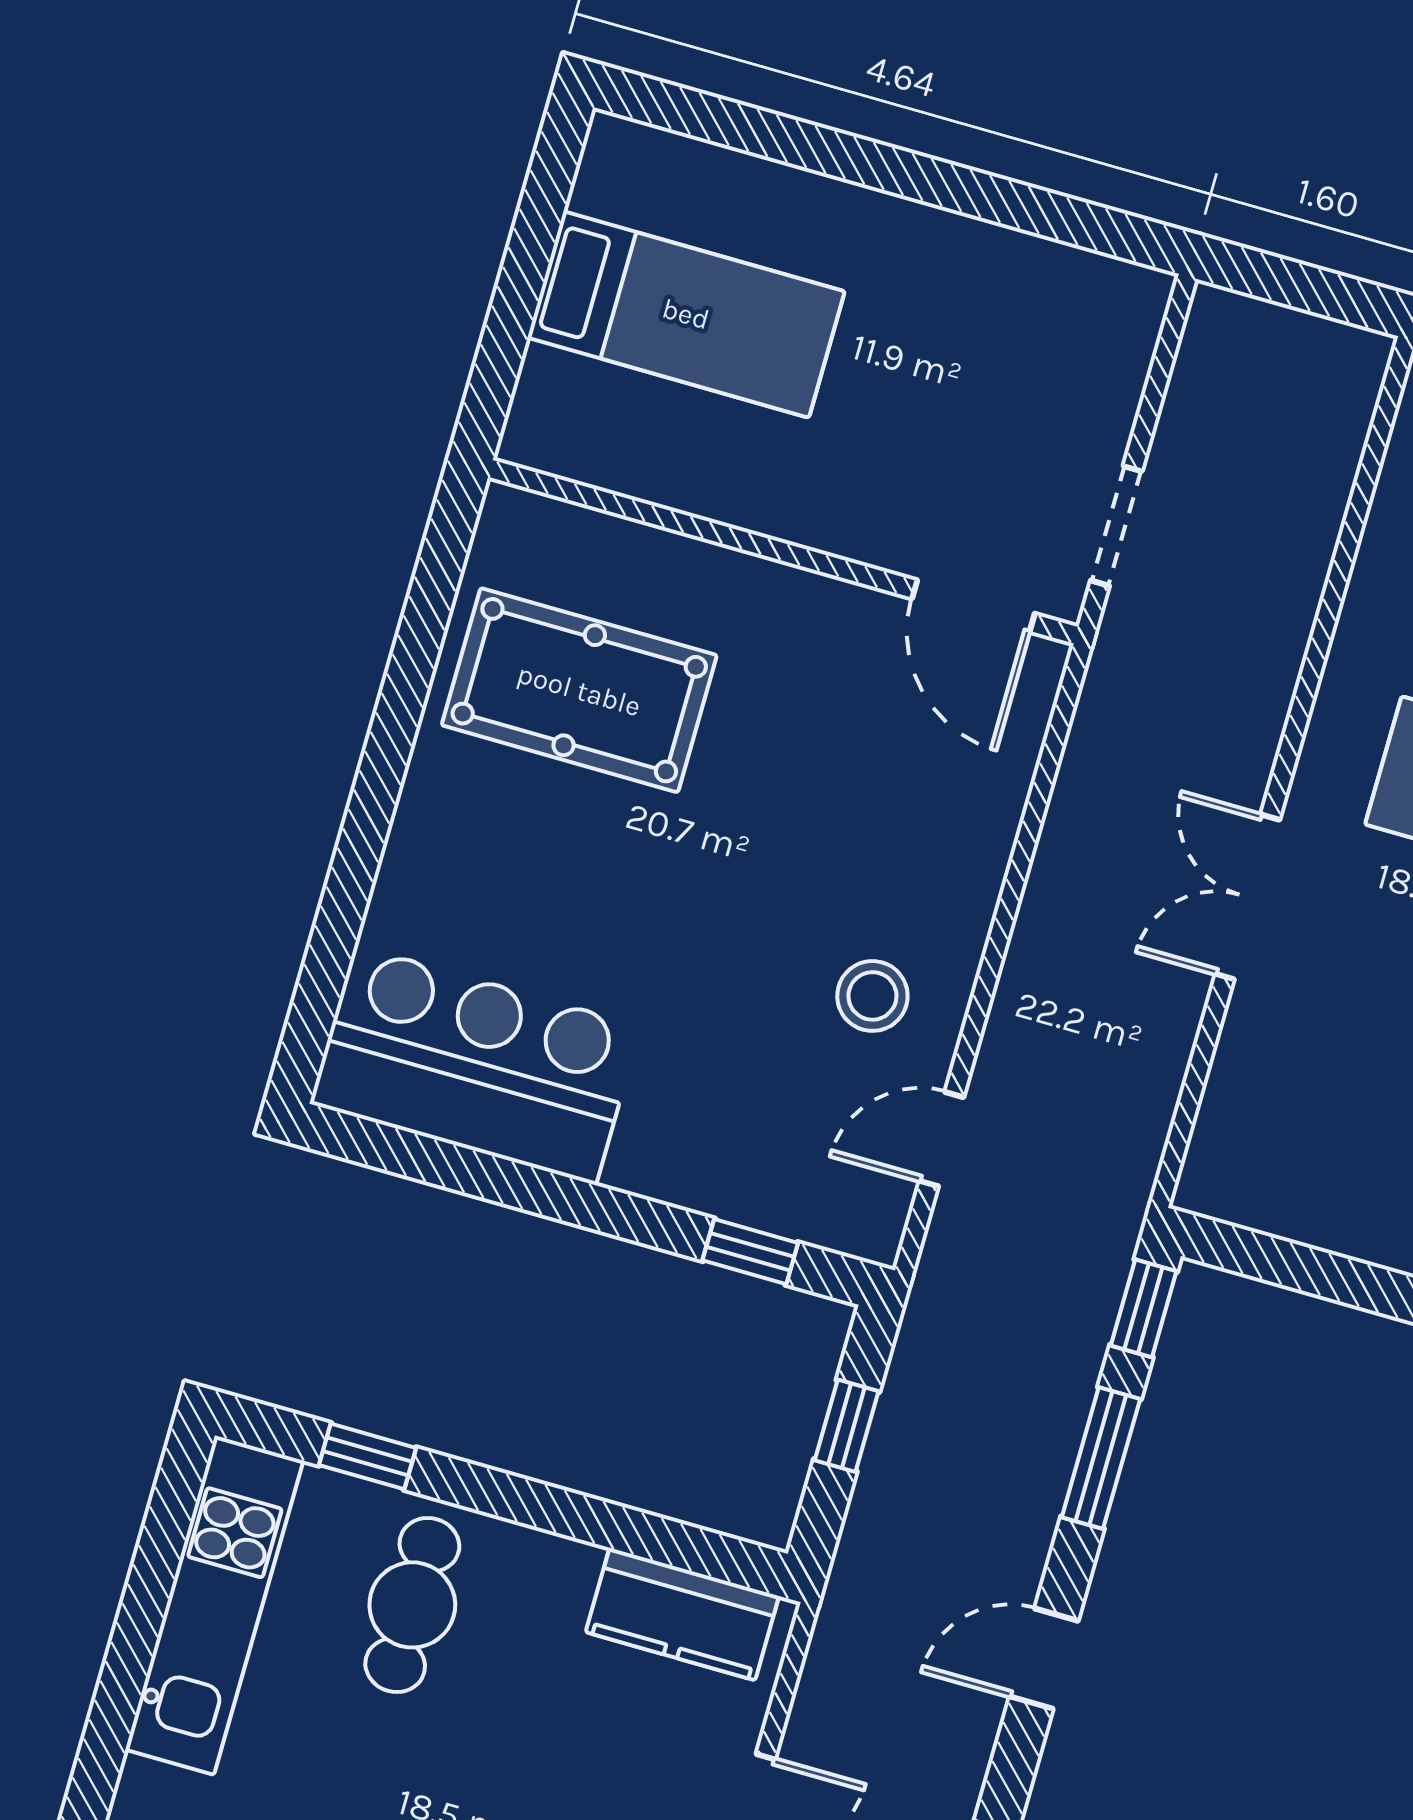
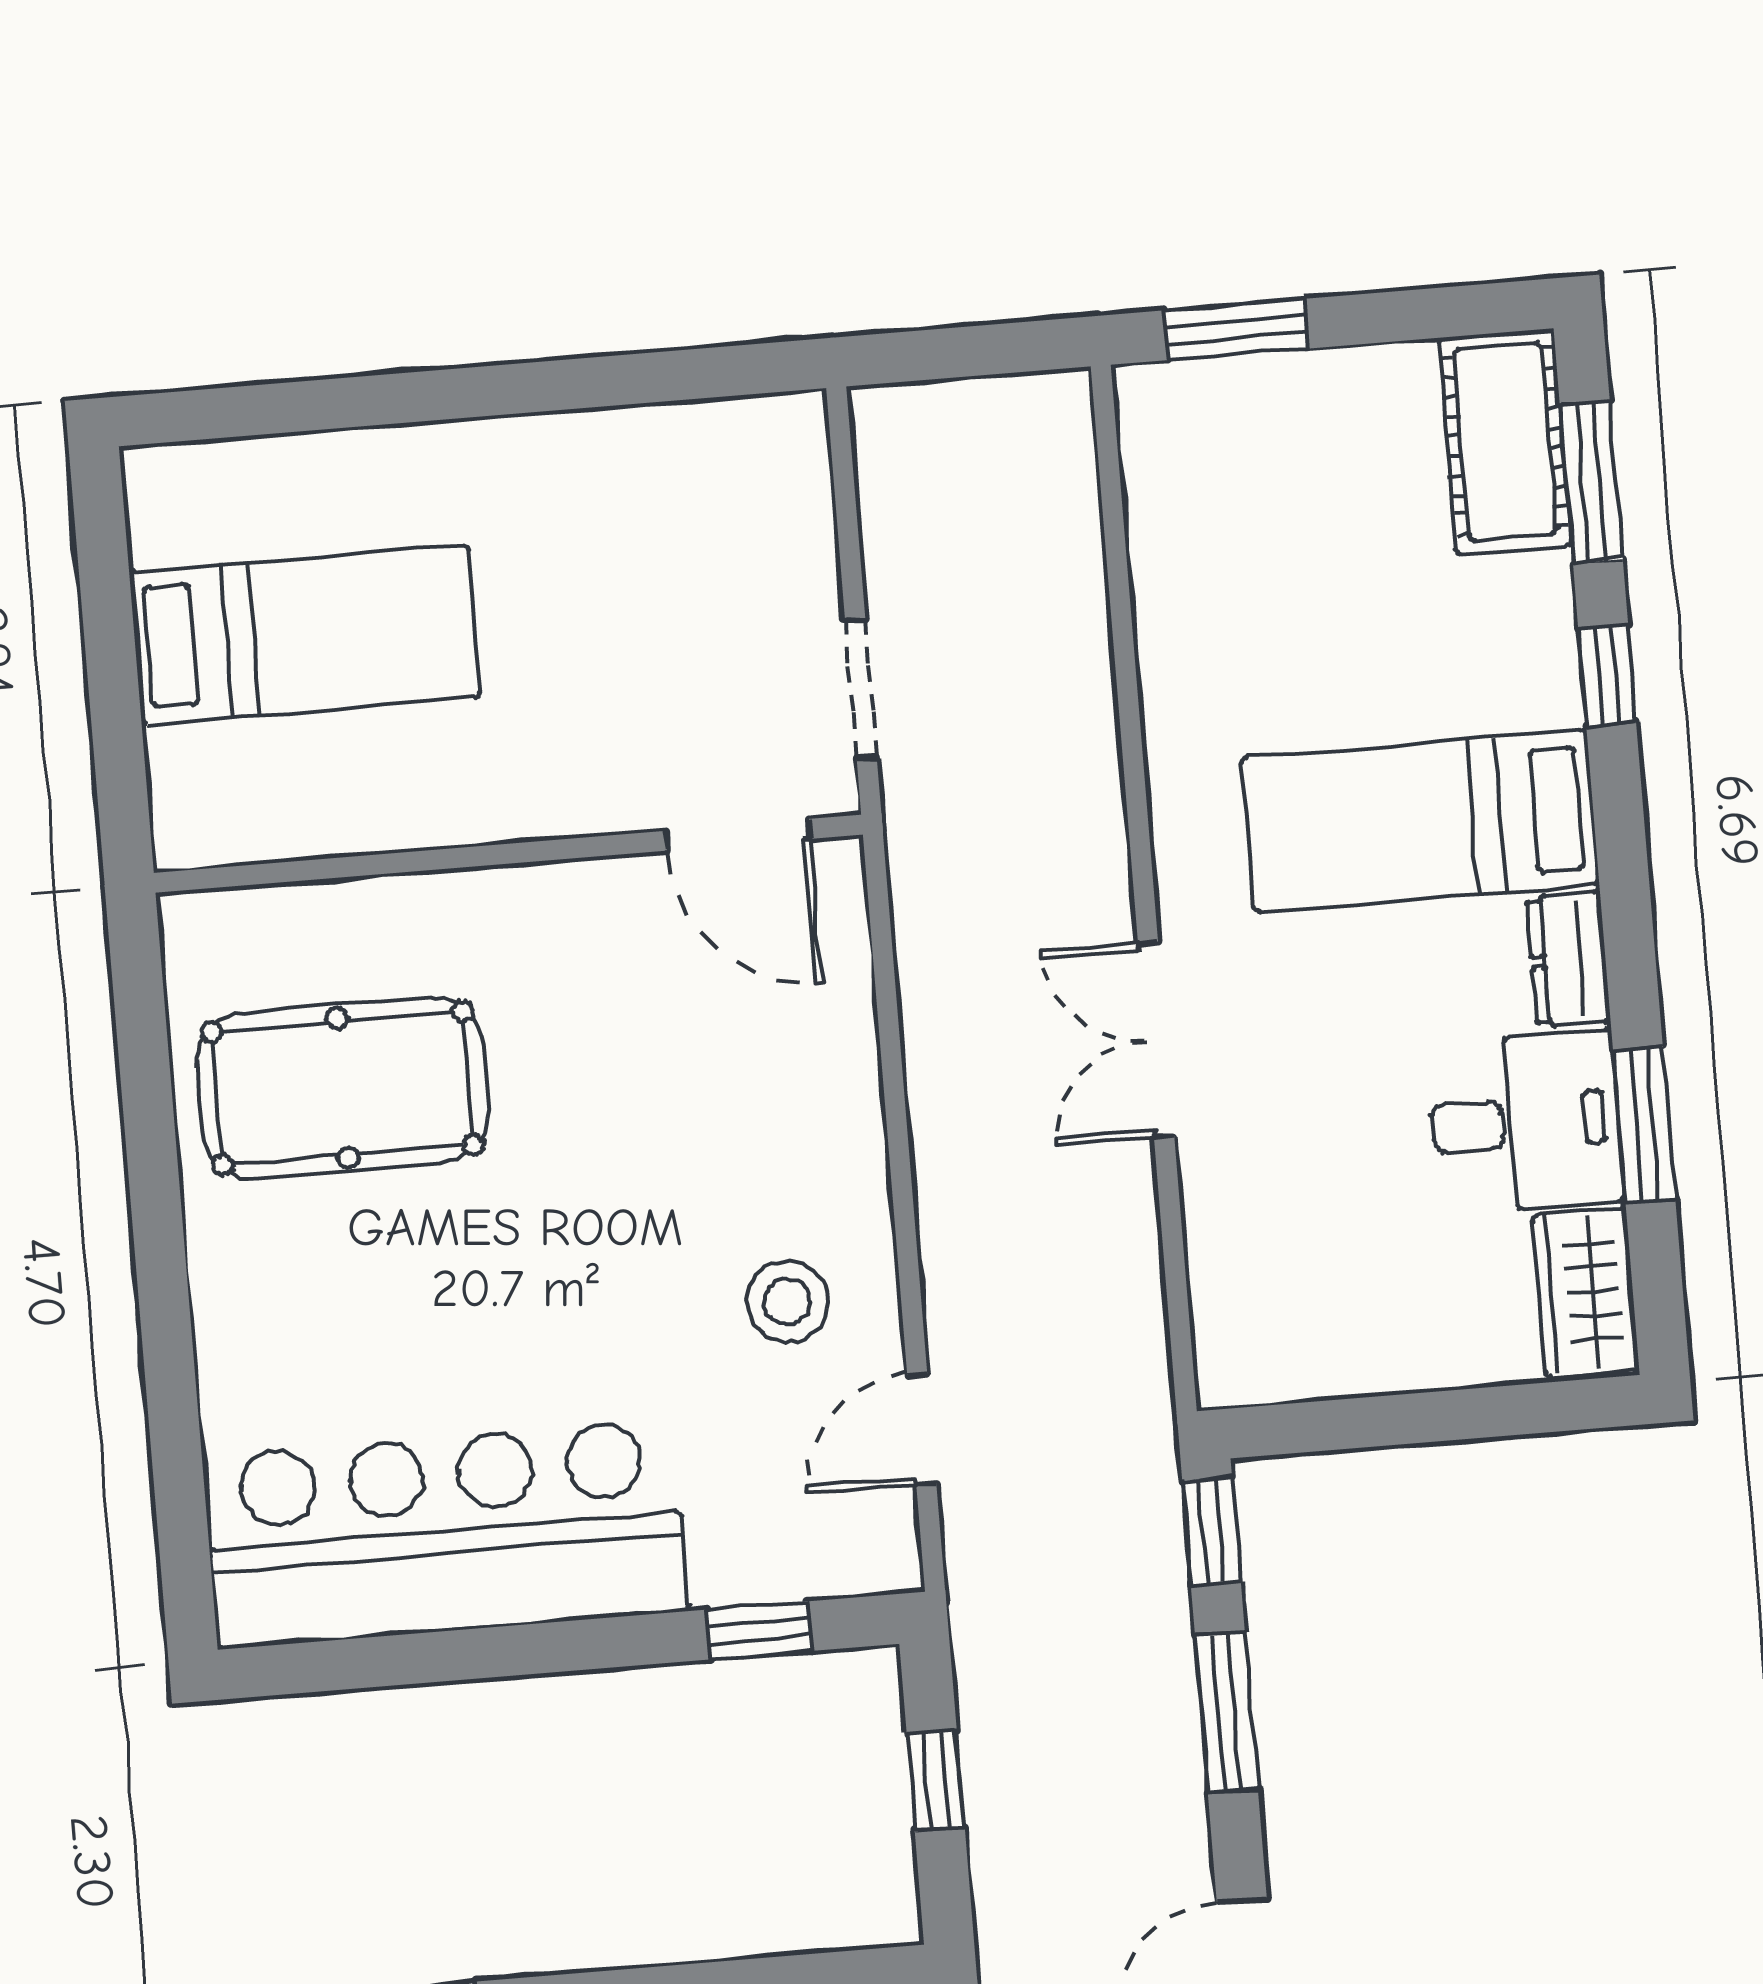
bar counter: (475, 1065) -> (446, 1534), width x1.36

